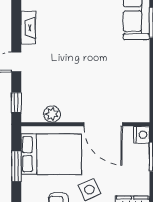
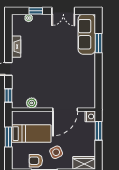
door: (103, 124) -> (65, 110), hinge flipped
bed: (51, 154) -> (31, 134), width x0.67

